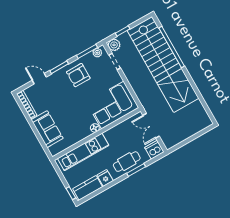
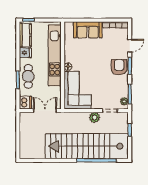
plant: (114, 45) -> (94, 117), moved
armchair: (78, 75) -> (119, 67), moved
kitchen unit: (83, 152) -> (55, 55), width x1.36

